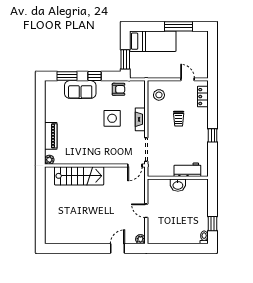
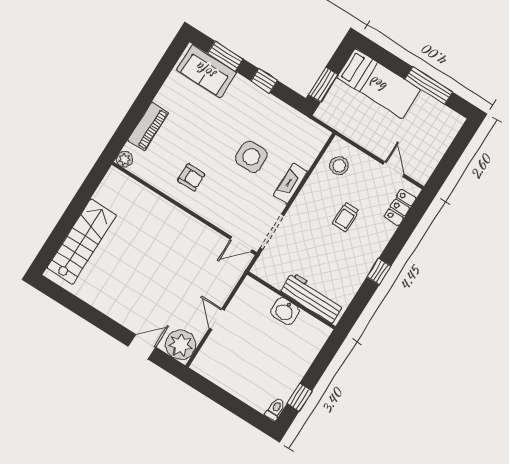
armchair: (119, 89) -> (191, 177), moved
sofa: (80, 90) -> (206, 71), moved
workbench: (187, 170) -> (312, 298), width x1.38
stairs: (79, 176) -> (82, 242), moved, turned -90
plant: (140, 239) -> (181, 345), width x1.88, depth x1.88

